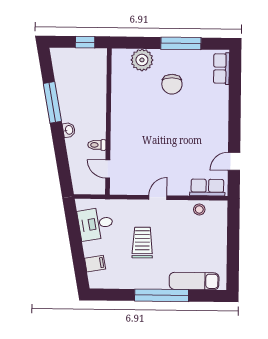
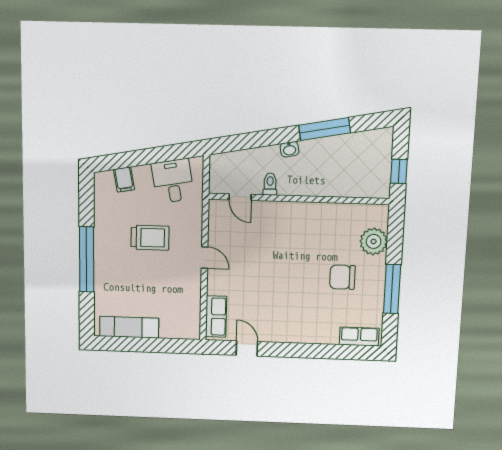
door: (108, 169) -> (240, 197), swing flipped
stool: (199, 209) -> (190, 306), removed
exam couch: (194, 281) -> (129, 327), moved, turned -90

